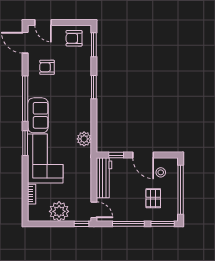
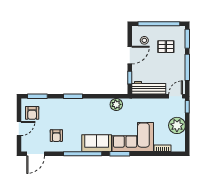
door: (43, 23) -> (19, 128), moved

